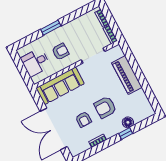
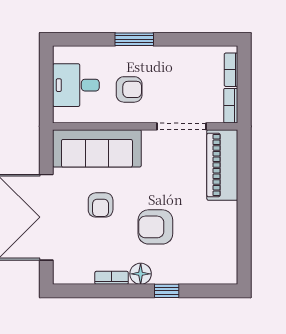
piano: (127, 75) -> (222, 165), moved
armchair: (83, 119) -> (101, 205), moved
floor lamp: (128, 122) -> (141, 274), moved

